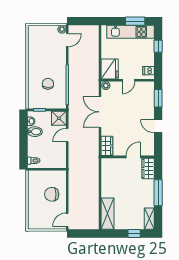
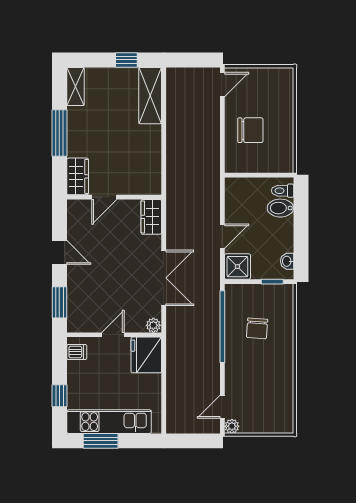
bidet: (35, 132) -> (280, 208), moved
window: (134, 233) -> (126, 60), moved

